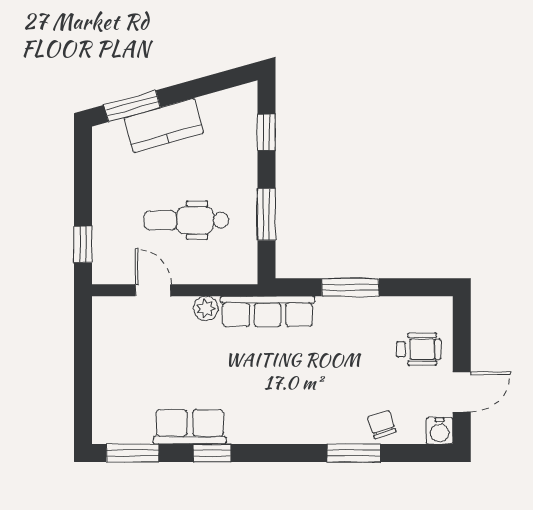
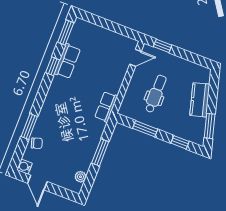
window: (132, 106) -> (210, 126), moved
door: (153, 290) -> (135, 58), moved
plant: (206, 308) -> (80, 177), moved
row of seats: (268, 311) -> (106, 107), width x0.68
wheelchair: (419, 349) -> (63, 171), removed

